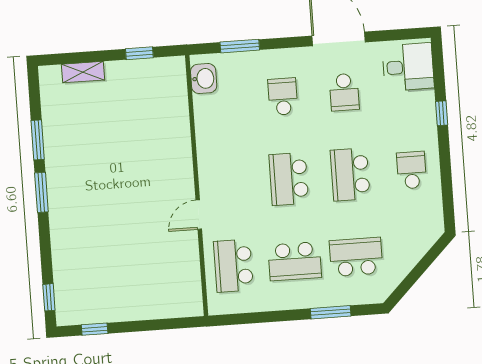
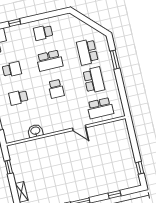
washbasin: (204, 79) -> (35, 131), moved
school desk: (289, 179) -> (56, 89), width x0.54
window: (49, 297) -> (115, 194), moved

